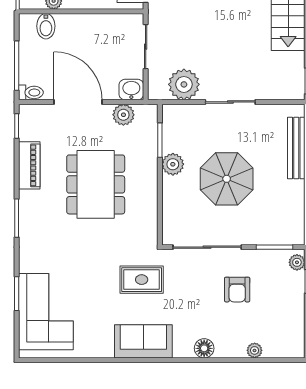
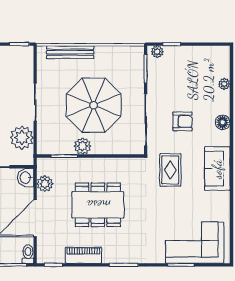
parasol: (227, 179) -> (94, 105), width x1.36, depth x1.36
armchair: (237, 290) -> (182, 121), moved

